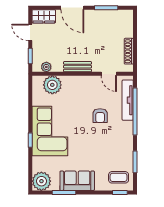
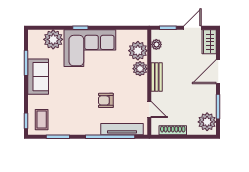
plant: (121, 18) -> (207, 122), added
door: (109, 74) -> (149, 109), swing flipped
plant: (70, 83) -> (140, 69), added
plant: (41, 181) -> (53, 39), moved

